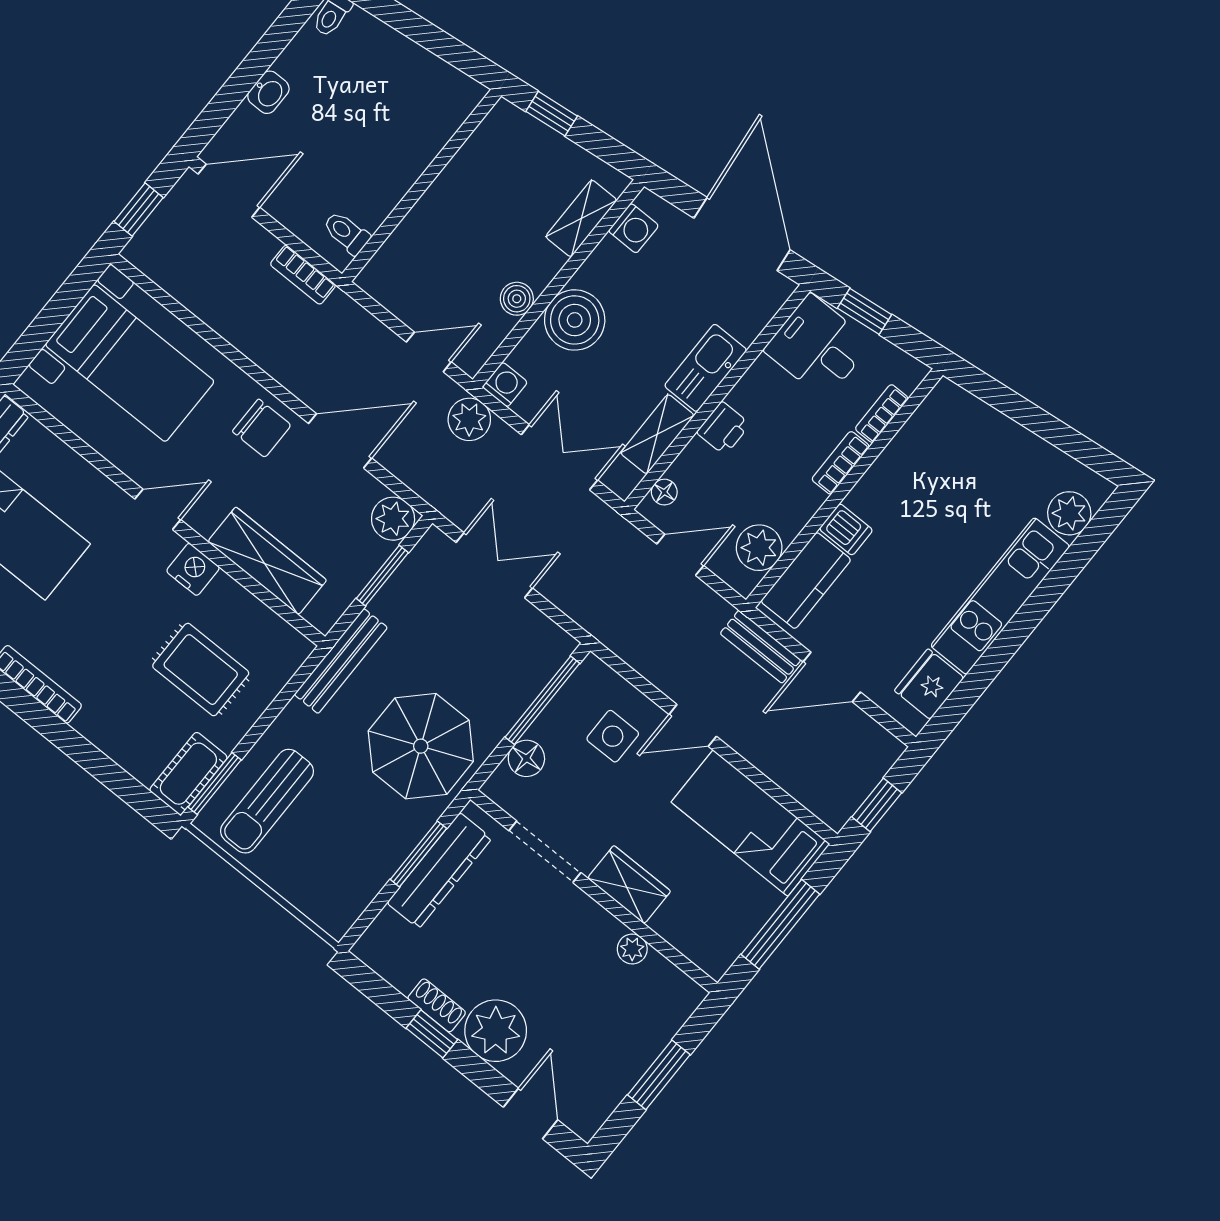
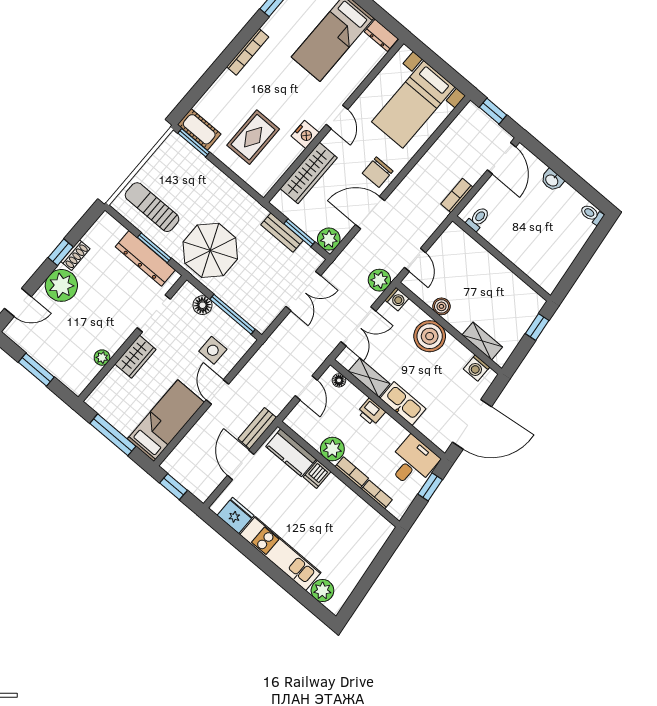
door: (340, 441) -> (370, 213), swing flipped
plant: (759, 548) -> (332, 449), moved
bench: (341, 661) -> (282, 232), moved, width x0.73
sun lounger: (267, 801) -> (152, 207), moved

